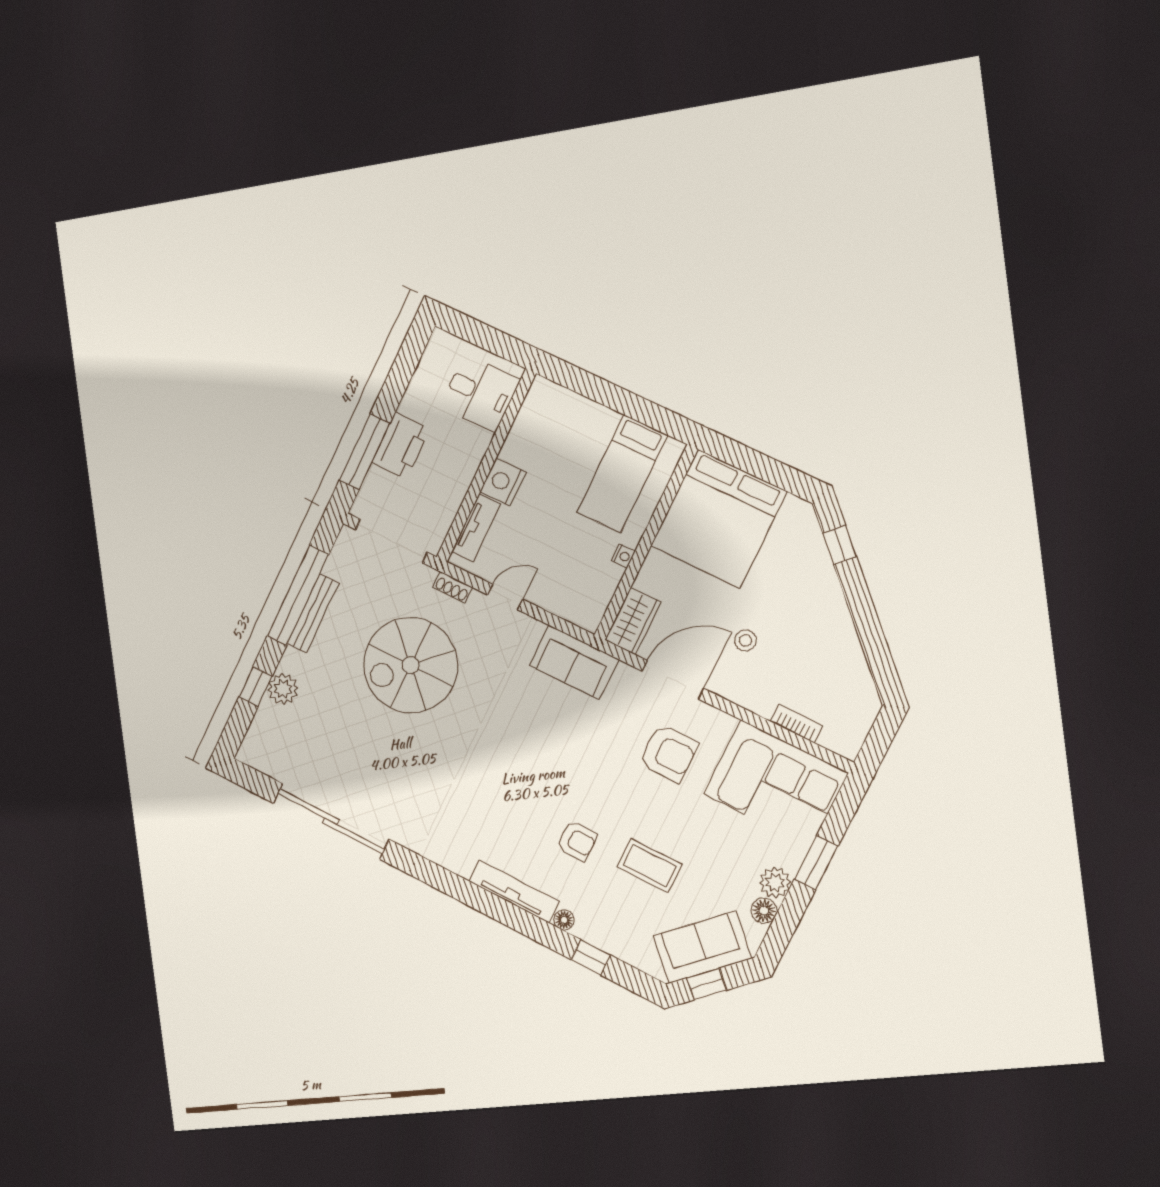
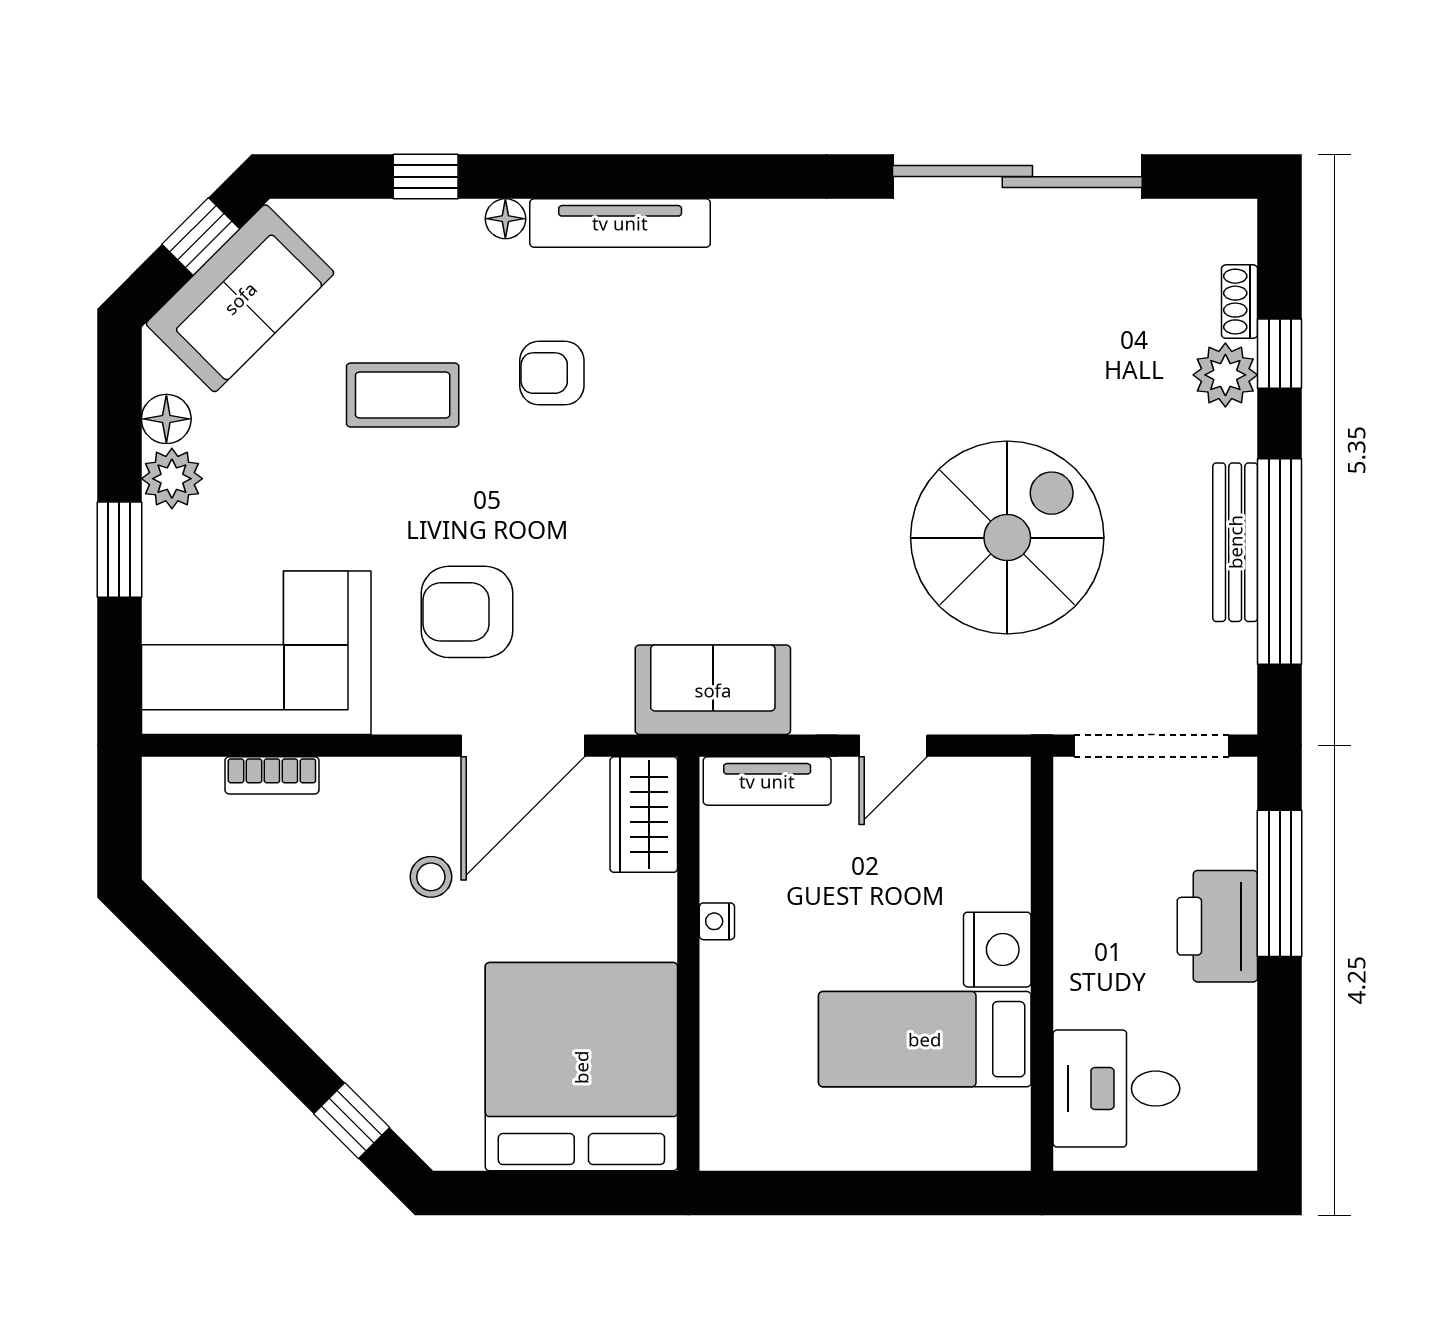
bed: (622, 474) -> (925, 1039), moved, turned -90
tv unit: (476, 528) -> (767, 781), moved, turned -90
shoe rack: (453, 587) -> (1240, 302), moved, turned -90

